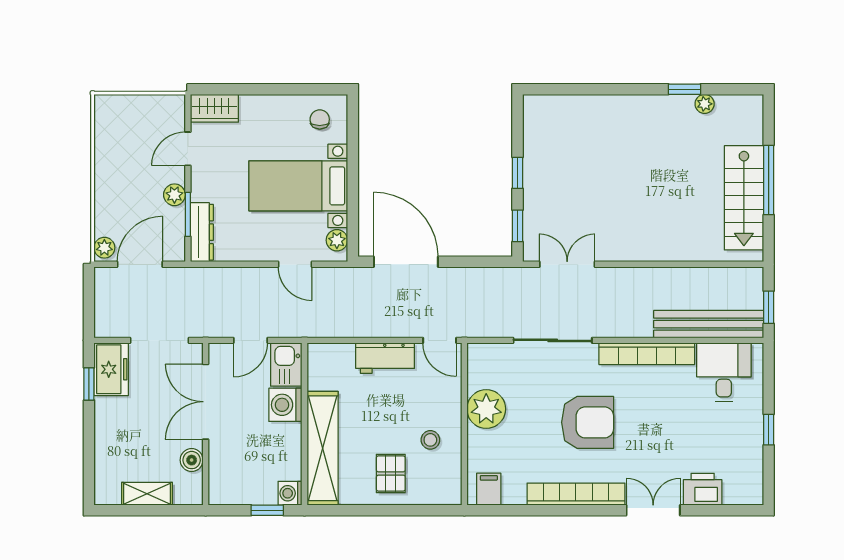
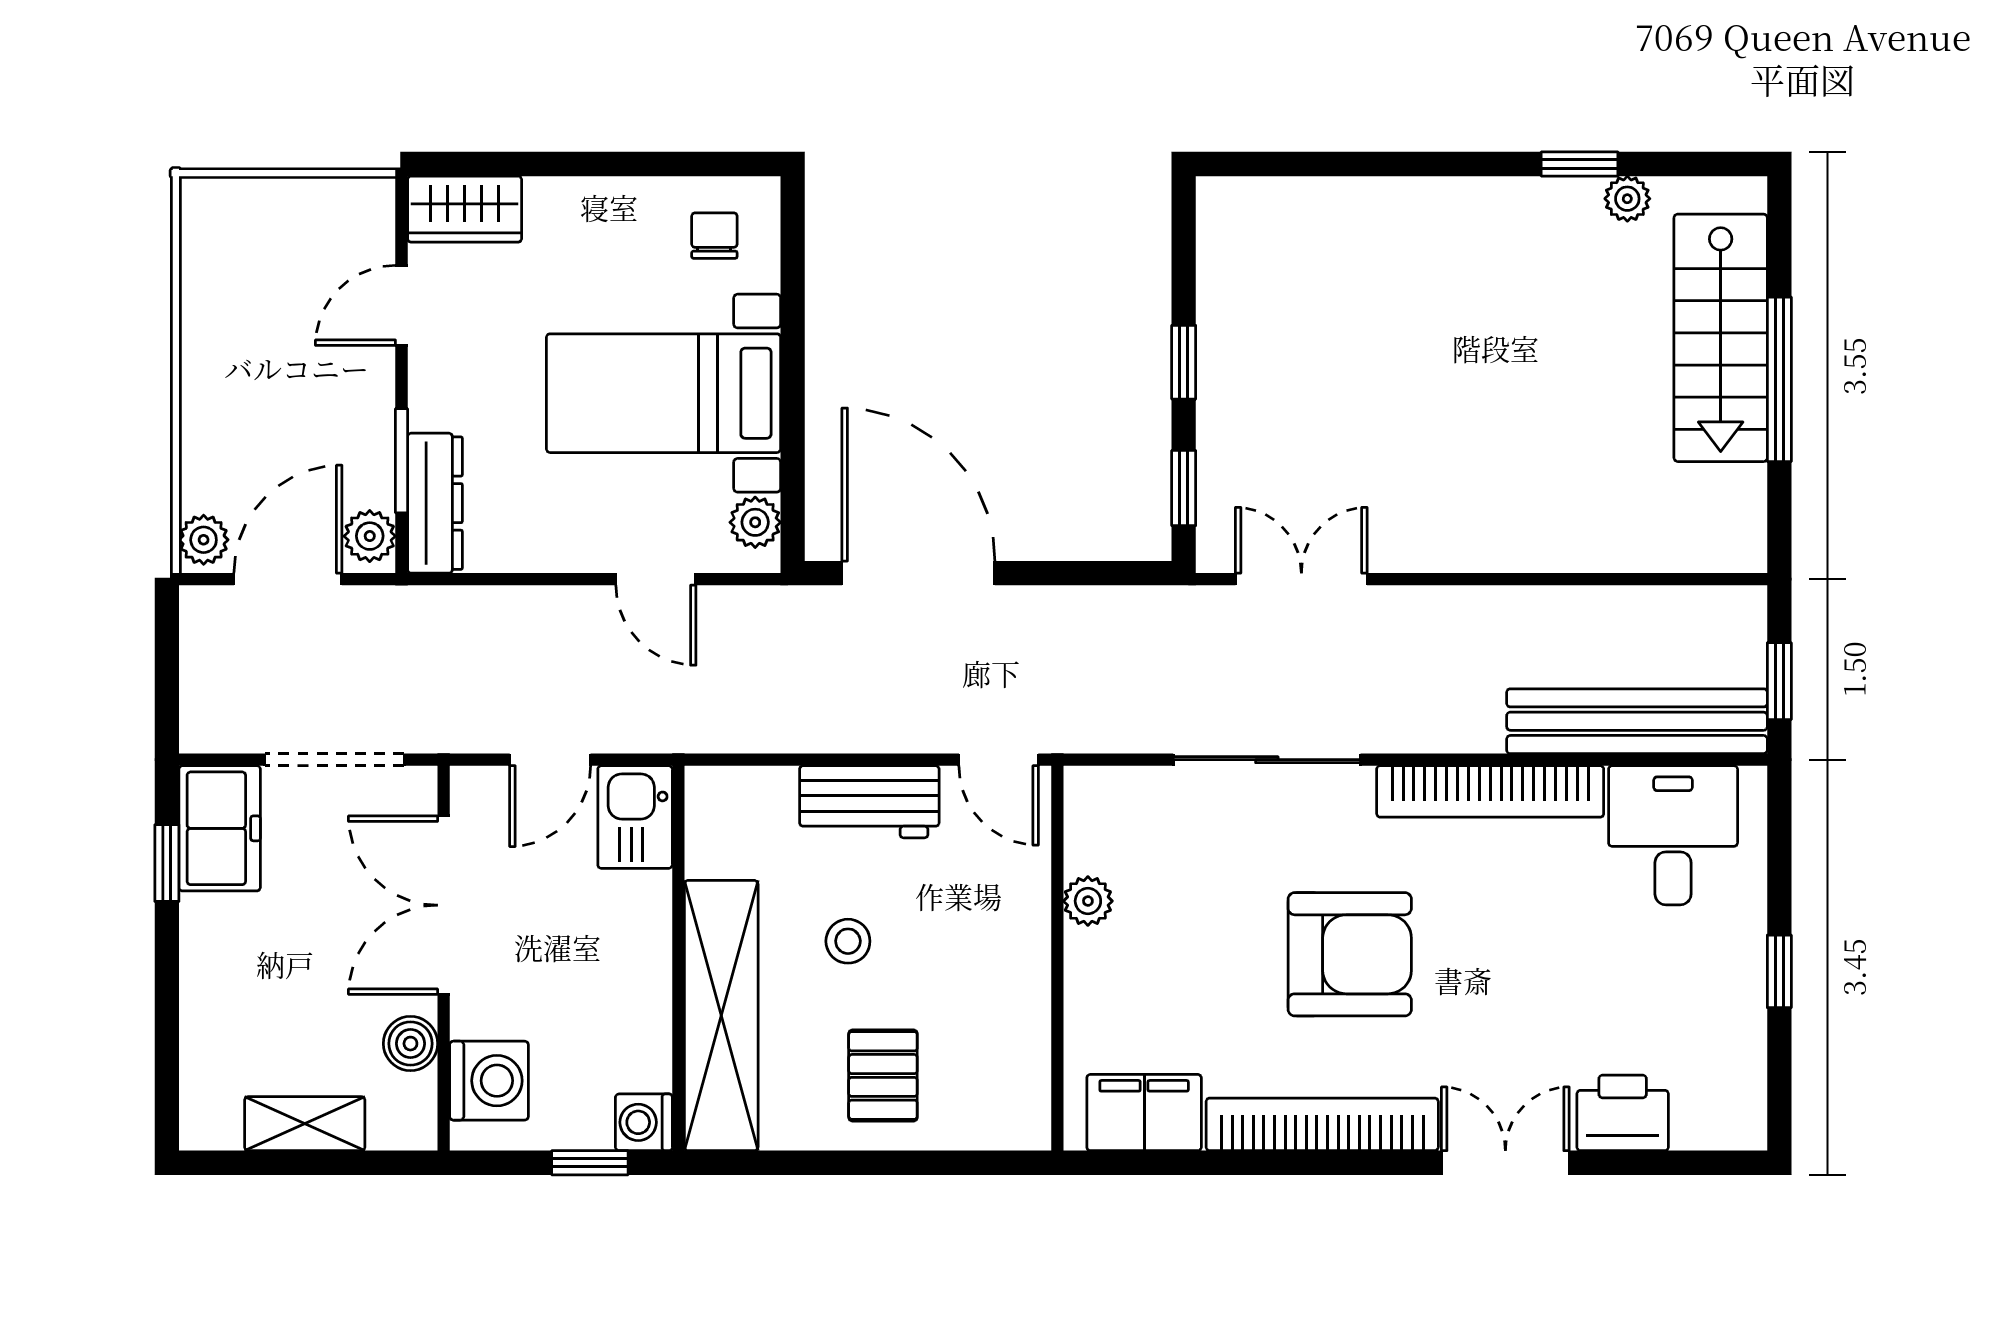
plant: (174, 195) -> (370, 536), moved
stairs: (744, 198) -> (1721, 338), moved
washing machine: (285, 405) -> (489, 1081), moved, turned 180
plant: (486, 409) -> (1088, 901), width x0.53, depth x0.53
stool: (430, 440) -> (848, 941), moved
filing cabinet: (489, 489) -> (1144, 1113), width x2.00

